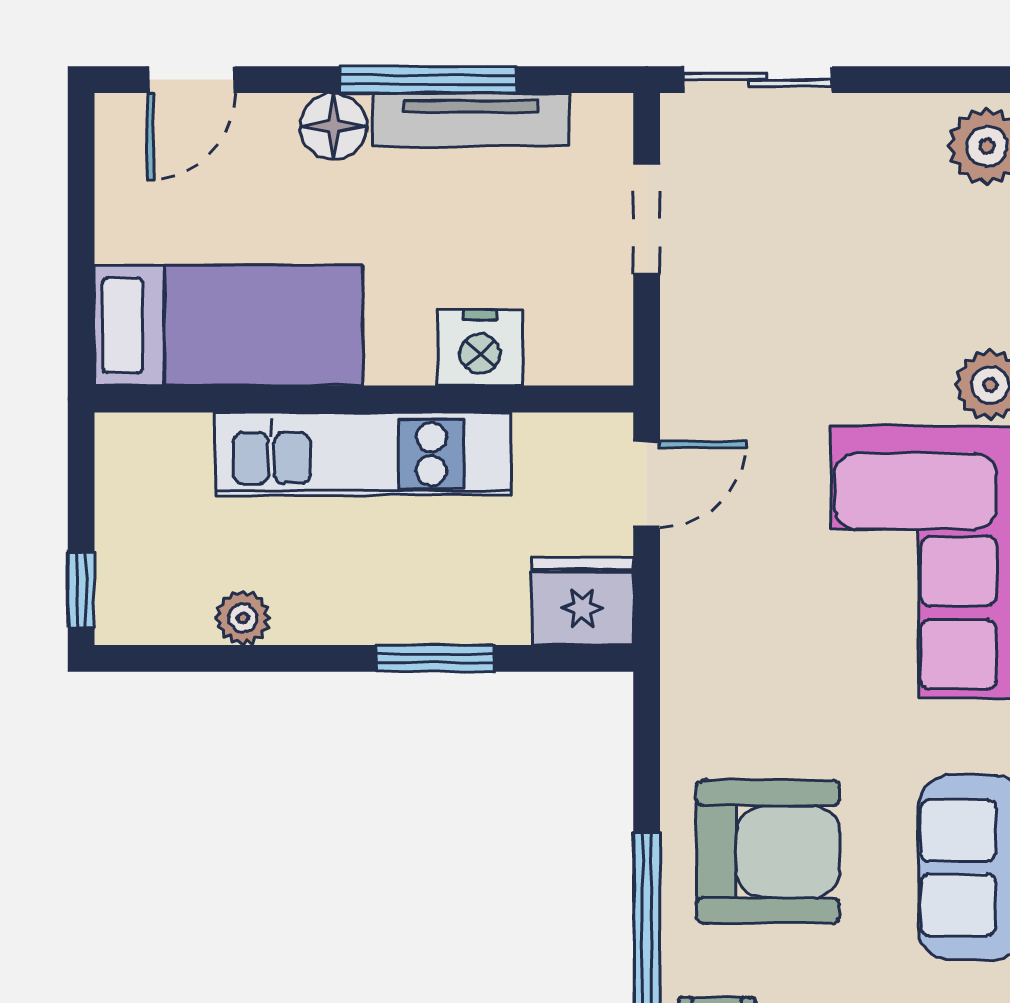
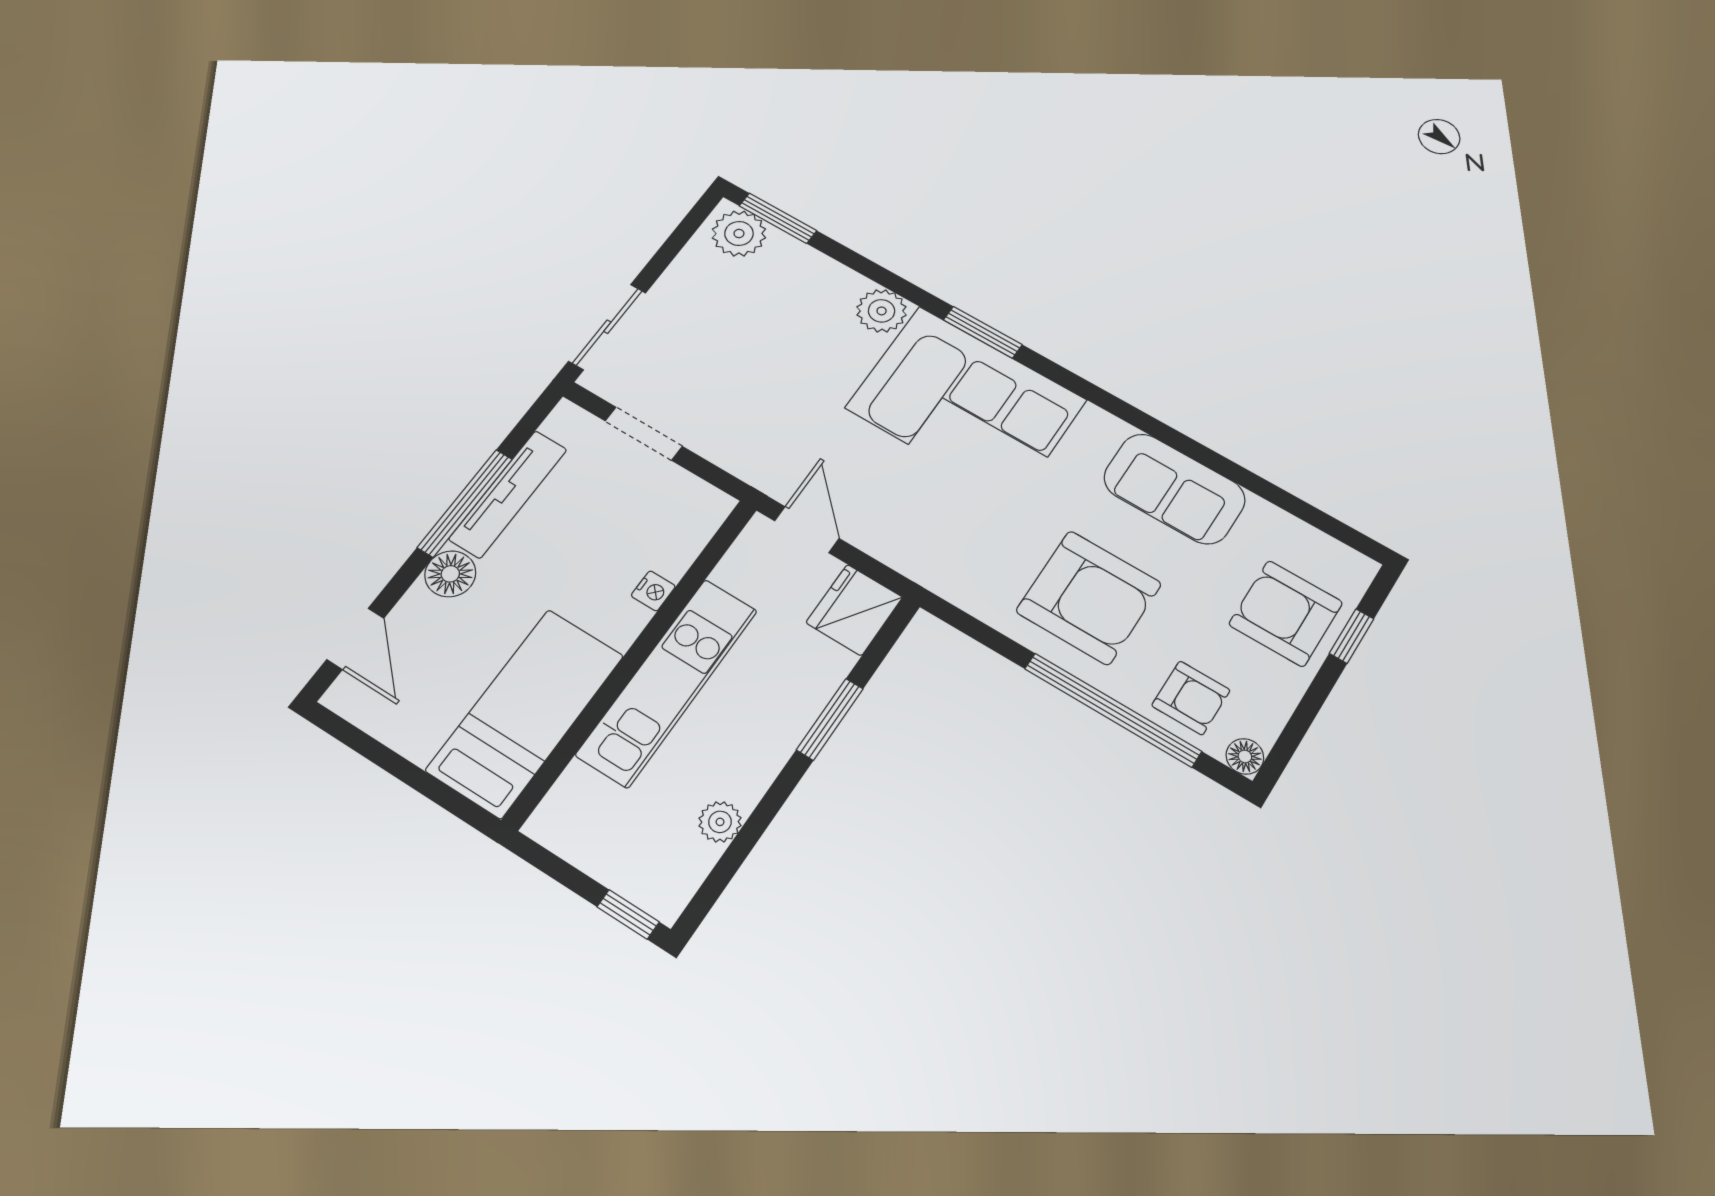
nightstand: (480, 348) -> (653, 591), width x0.53, depth x0.56
armchair: (768, 852) -> (1089, 597), turned 90

